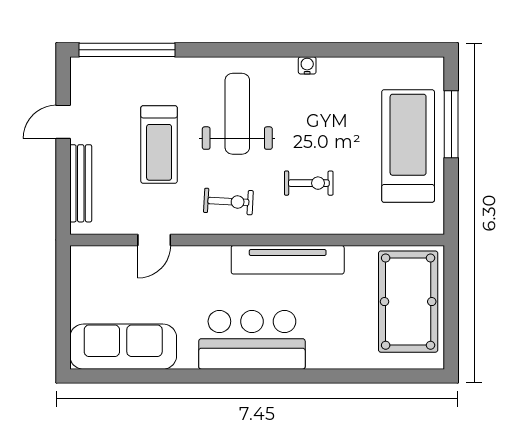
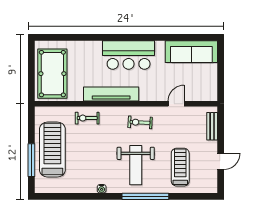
window: (127, 50) -> (145, 196), moved
treadmill: (159, 145) -> (180, 167), moved
treadmill: (408, 146) -> (52, 149), turned 180
bench: (81, 183) -> (212, 126), width x0.73
exercise bike: (309, 183) -> (87, 118), moved

